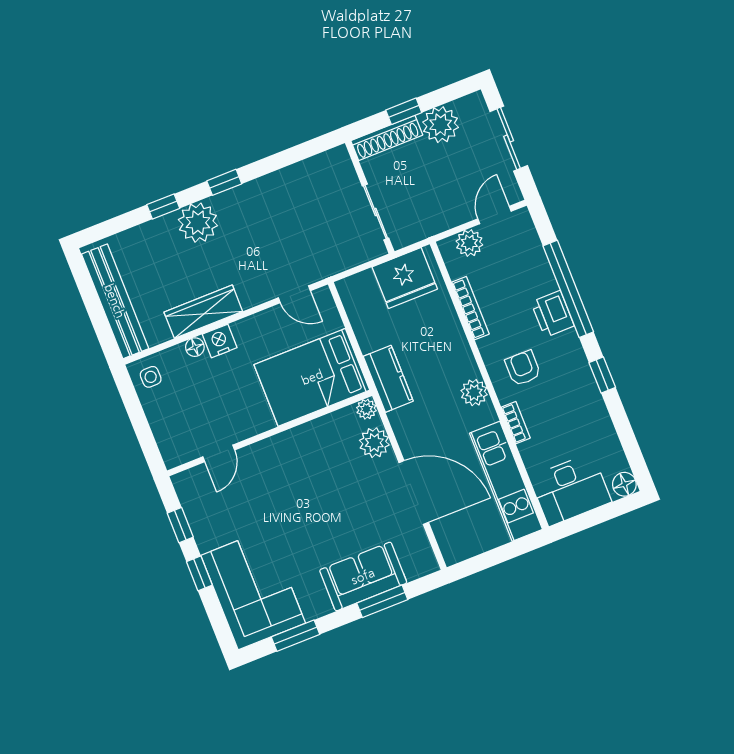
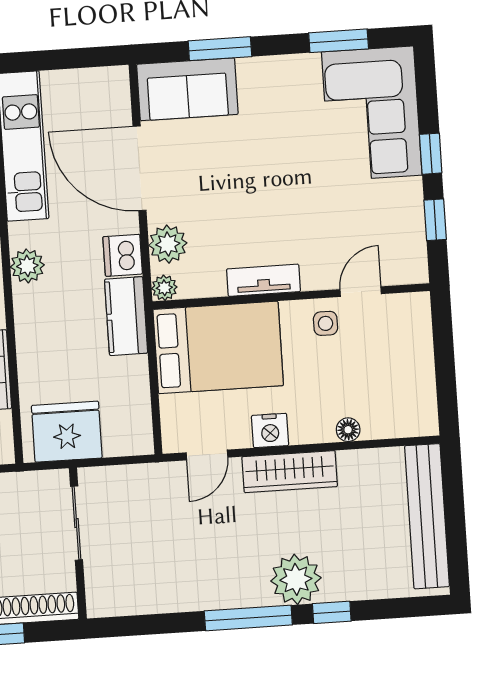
window: (224, 182) -> (248, 618), width x2.17
door: (294, 294) -> (207, 455), swing flipped
wardrobe: (203, 312) -> (290, 472), moved
nightstand: (220, 341) -> (270, 430), moved
side table: (151, 377) -> (325, 323), moved
dishwasher: (405, 423) -> (123, 255), added
tv unit: (294, 439) -> (263, 280), added
sofa: (363, 576) -> (187, 89), moved

